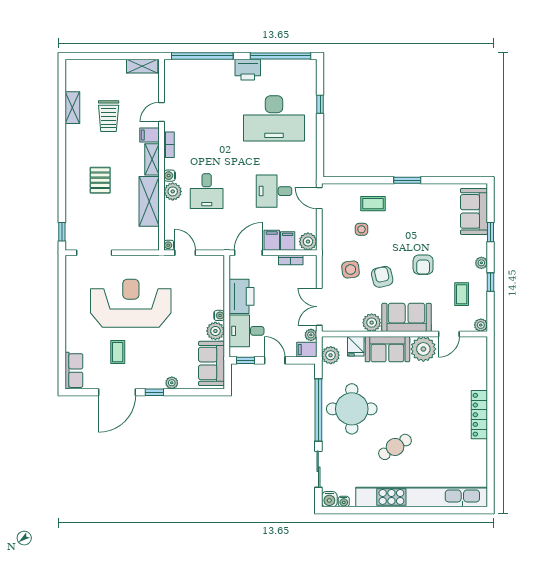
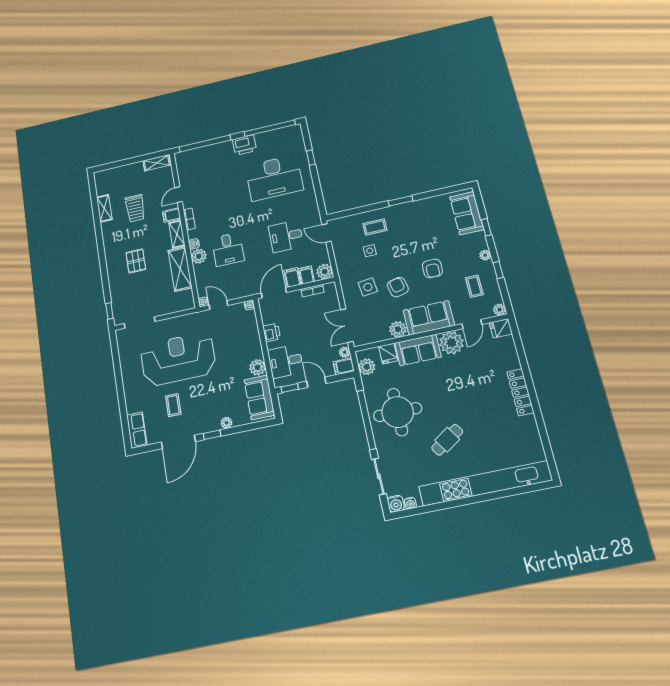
printer: (242, 296) -> (272, 332), width x0.53, depth x0.68
water cooler: (219, 315) -> (249, 305), moved
fridge: (477, 345) -> (501, 328), added

